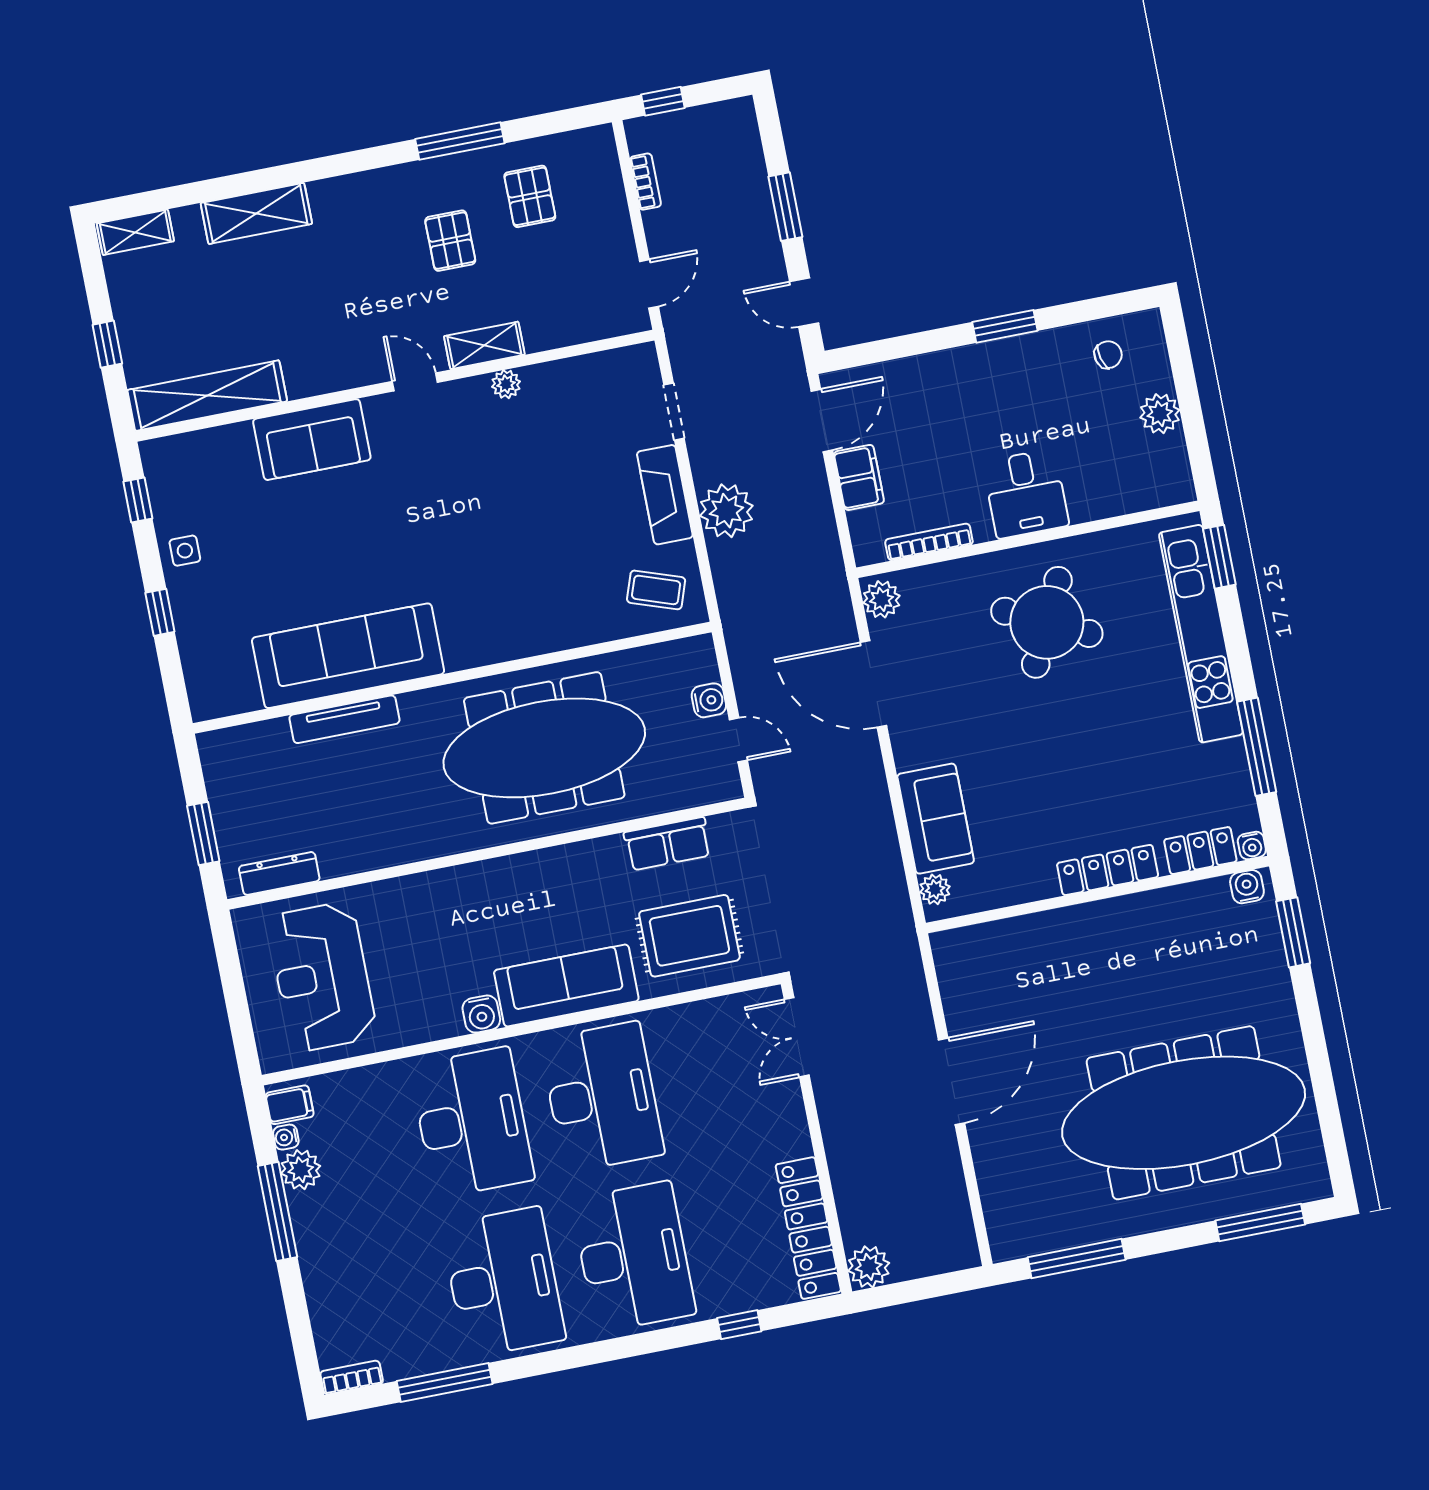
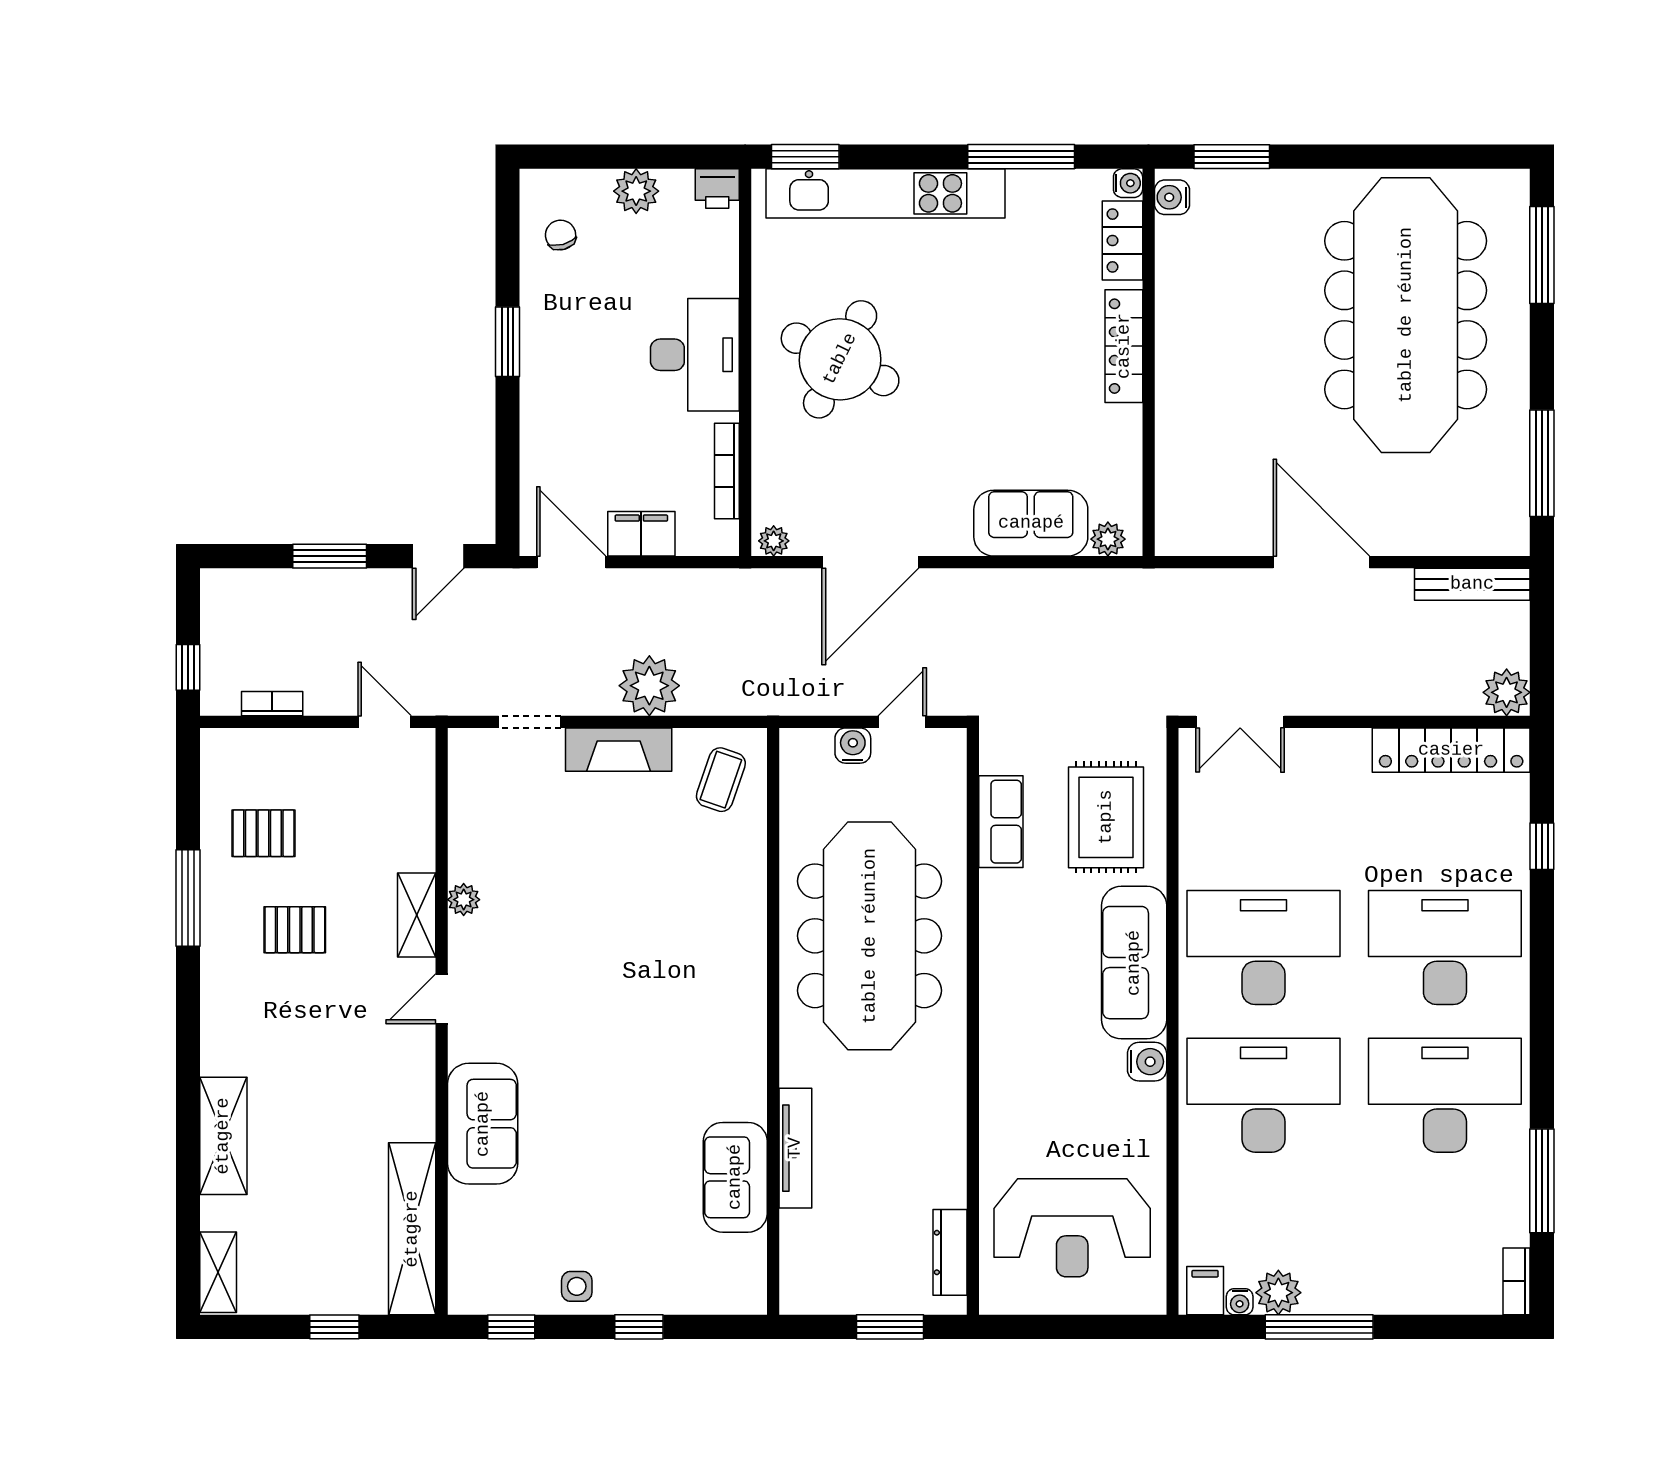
printer: (1176, 485) -> (717, 189), added
desk: (1026, 494) -> (695, 355), width x1.37
plant: (882, 599) -> (774, 541), width x0.73, depth x0.73
sofa: (348, 656) -> (735, 1177), width x0.54, depth x0.79
bench: (958, 1218) -> (1472, 584), added

